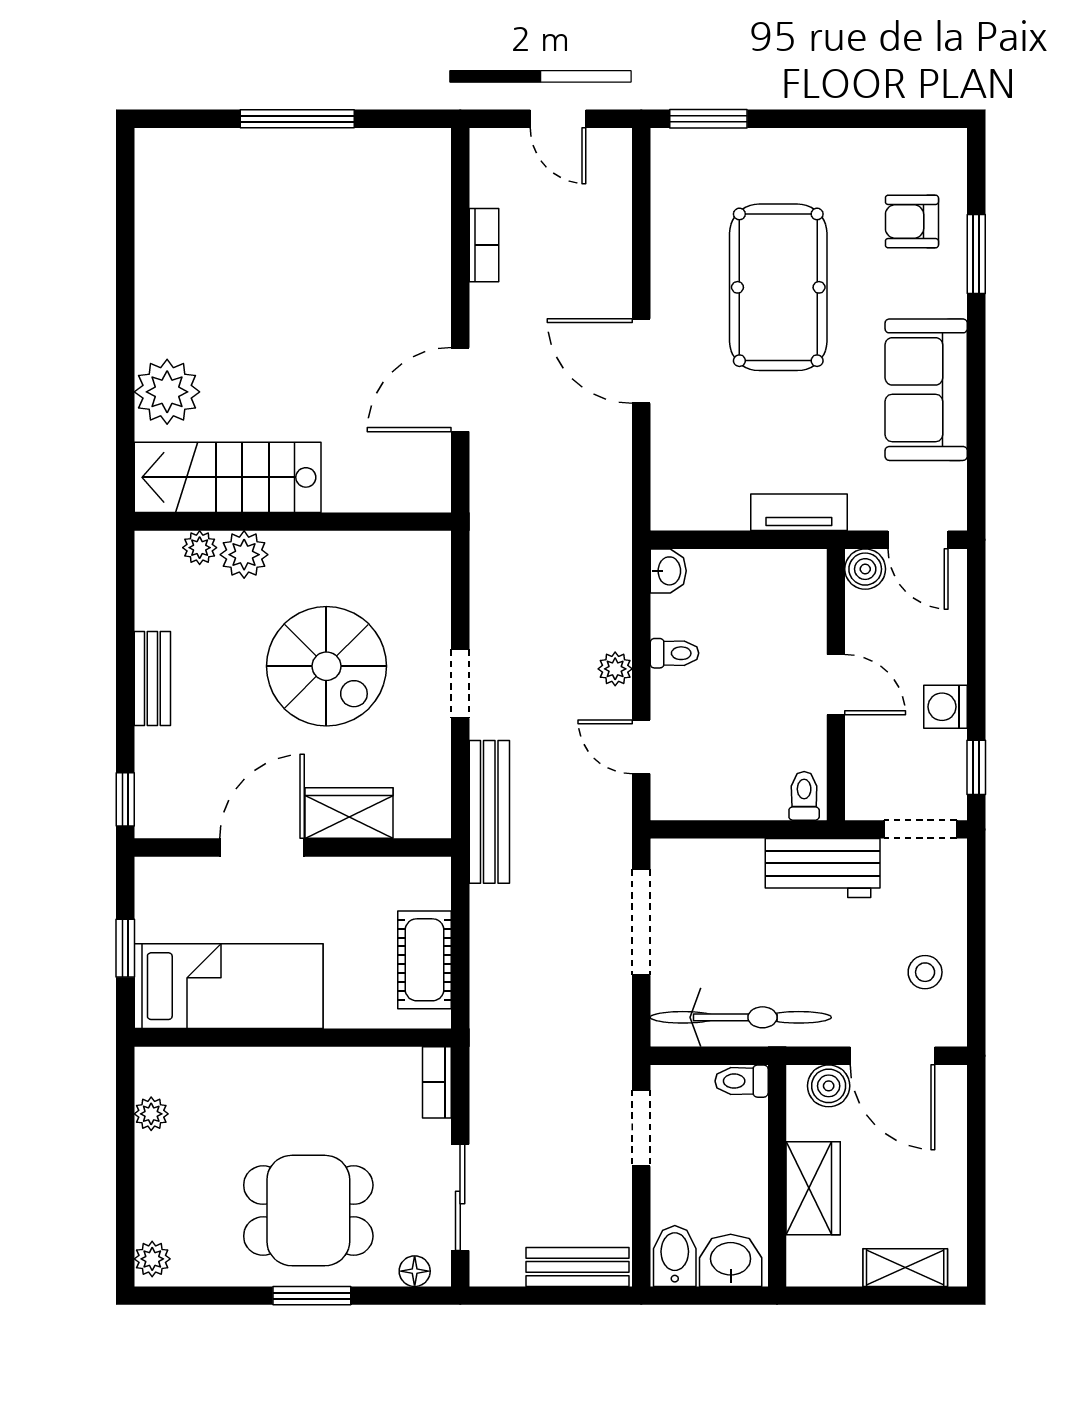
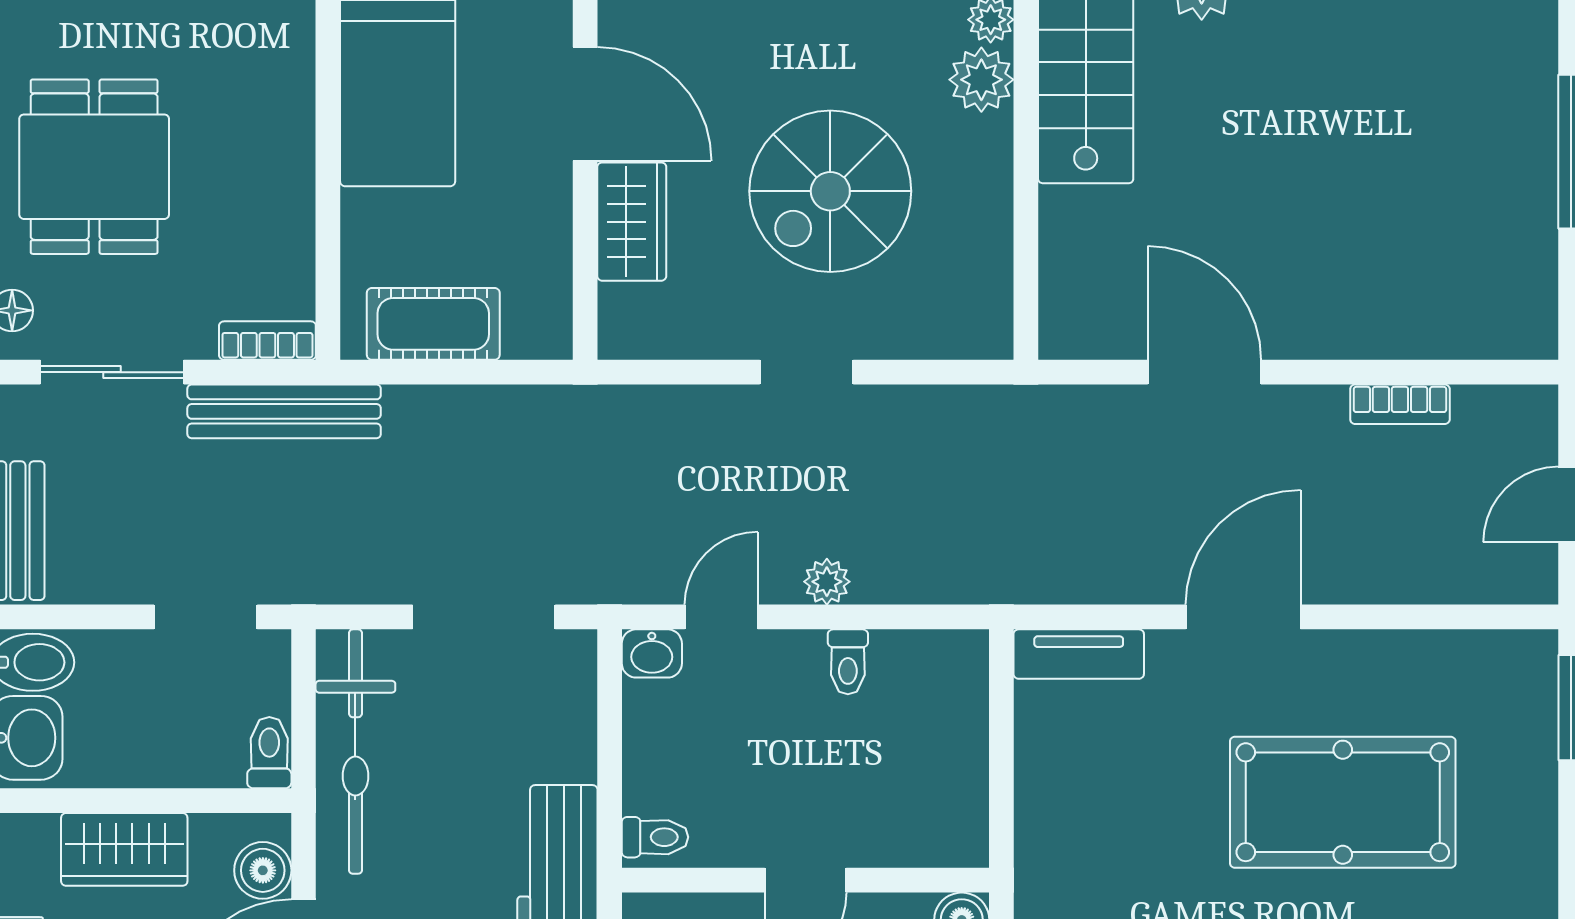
tv unit: (799, 512) -> (1079, 654), moved, turned 90
washbasin: (668, 571) -> (652, 653), moved
bench: (489, 812) -> (284, 411), moved

